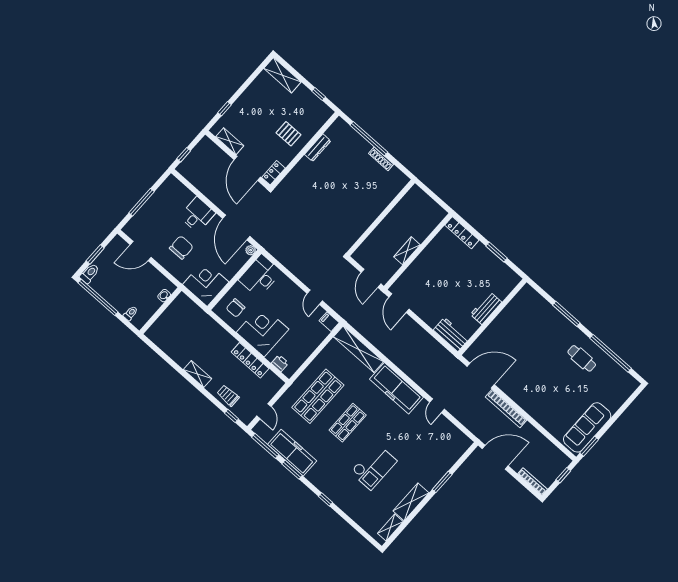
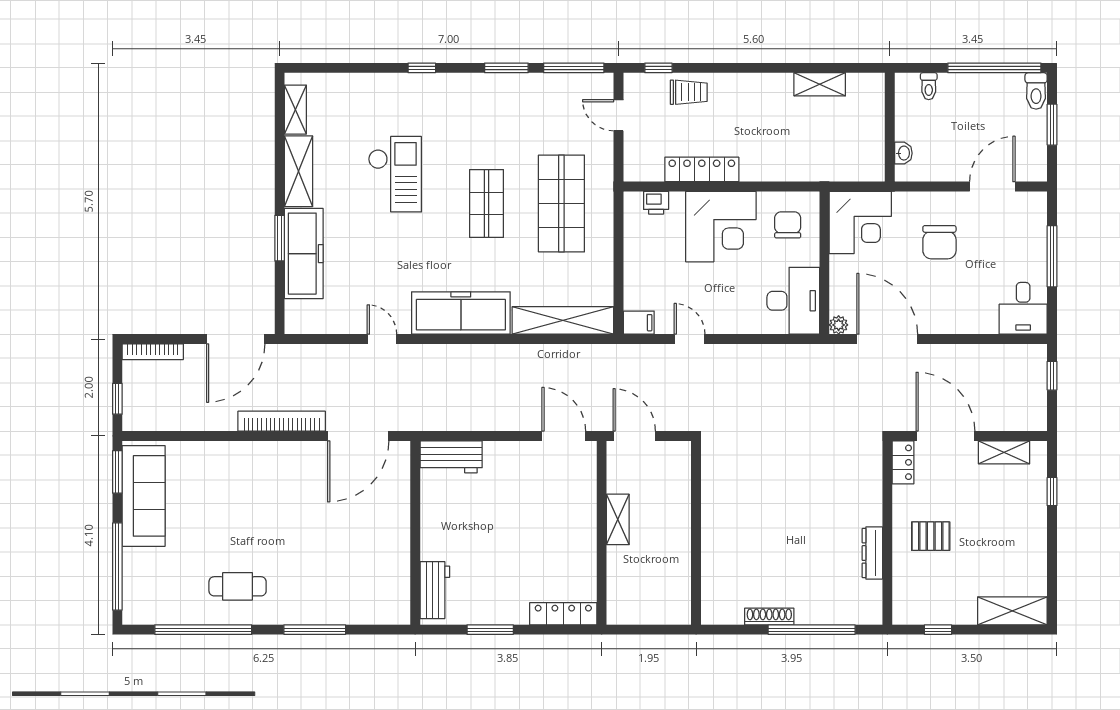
desk: (197, 215) -> (1023, 308), moved
workbench: (486, 308) -> (435, 590), moved
shelving: (197, 374) -> (820, 84), moved
window: (622, 409) -> (117, 567), added
freezer: (292, 453) -> (304, 254), moved, turned -90
checkout: (374, 467) -> (395, 174), turned 180

